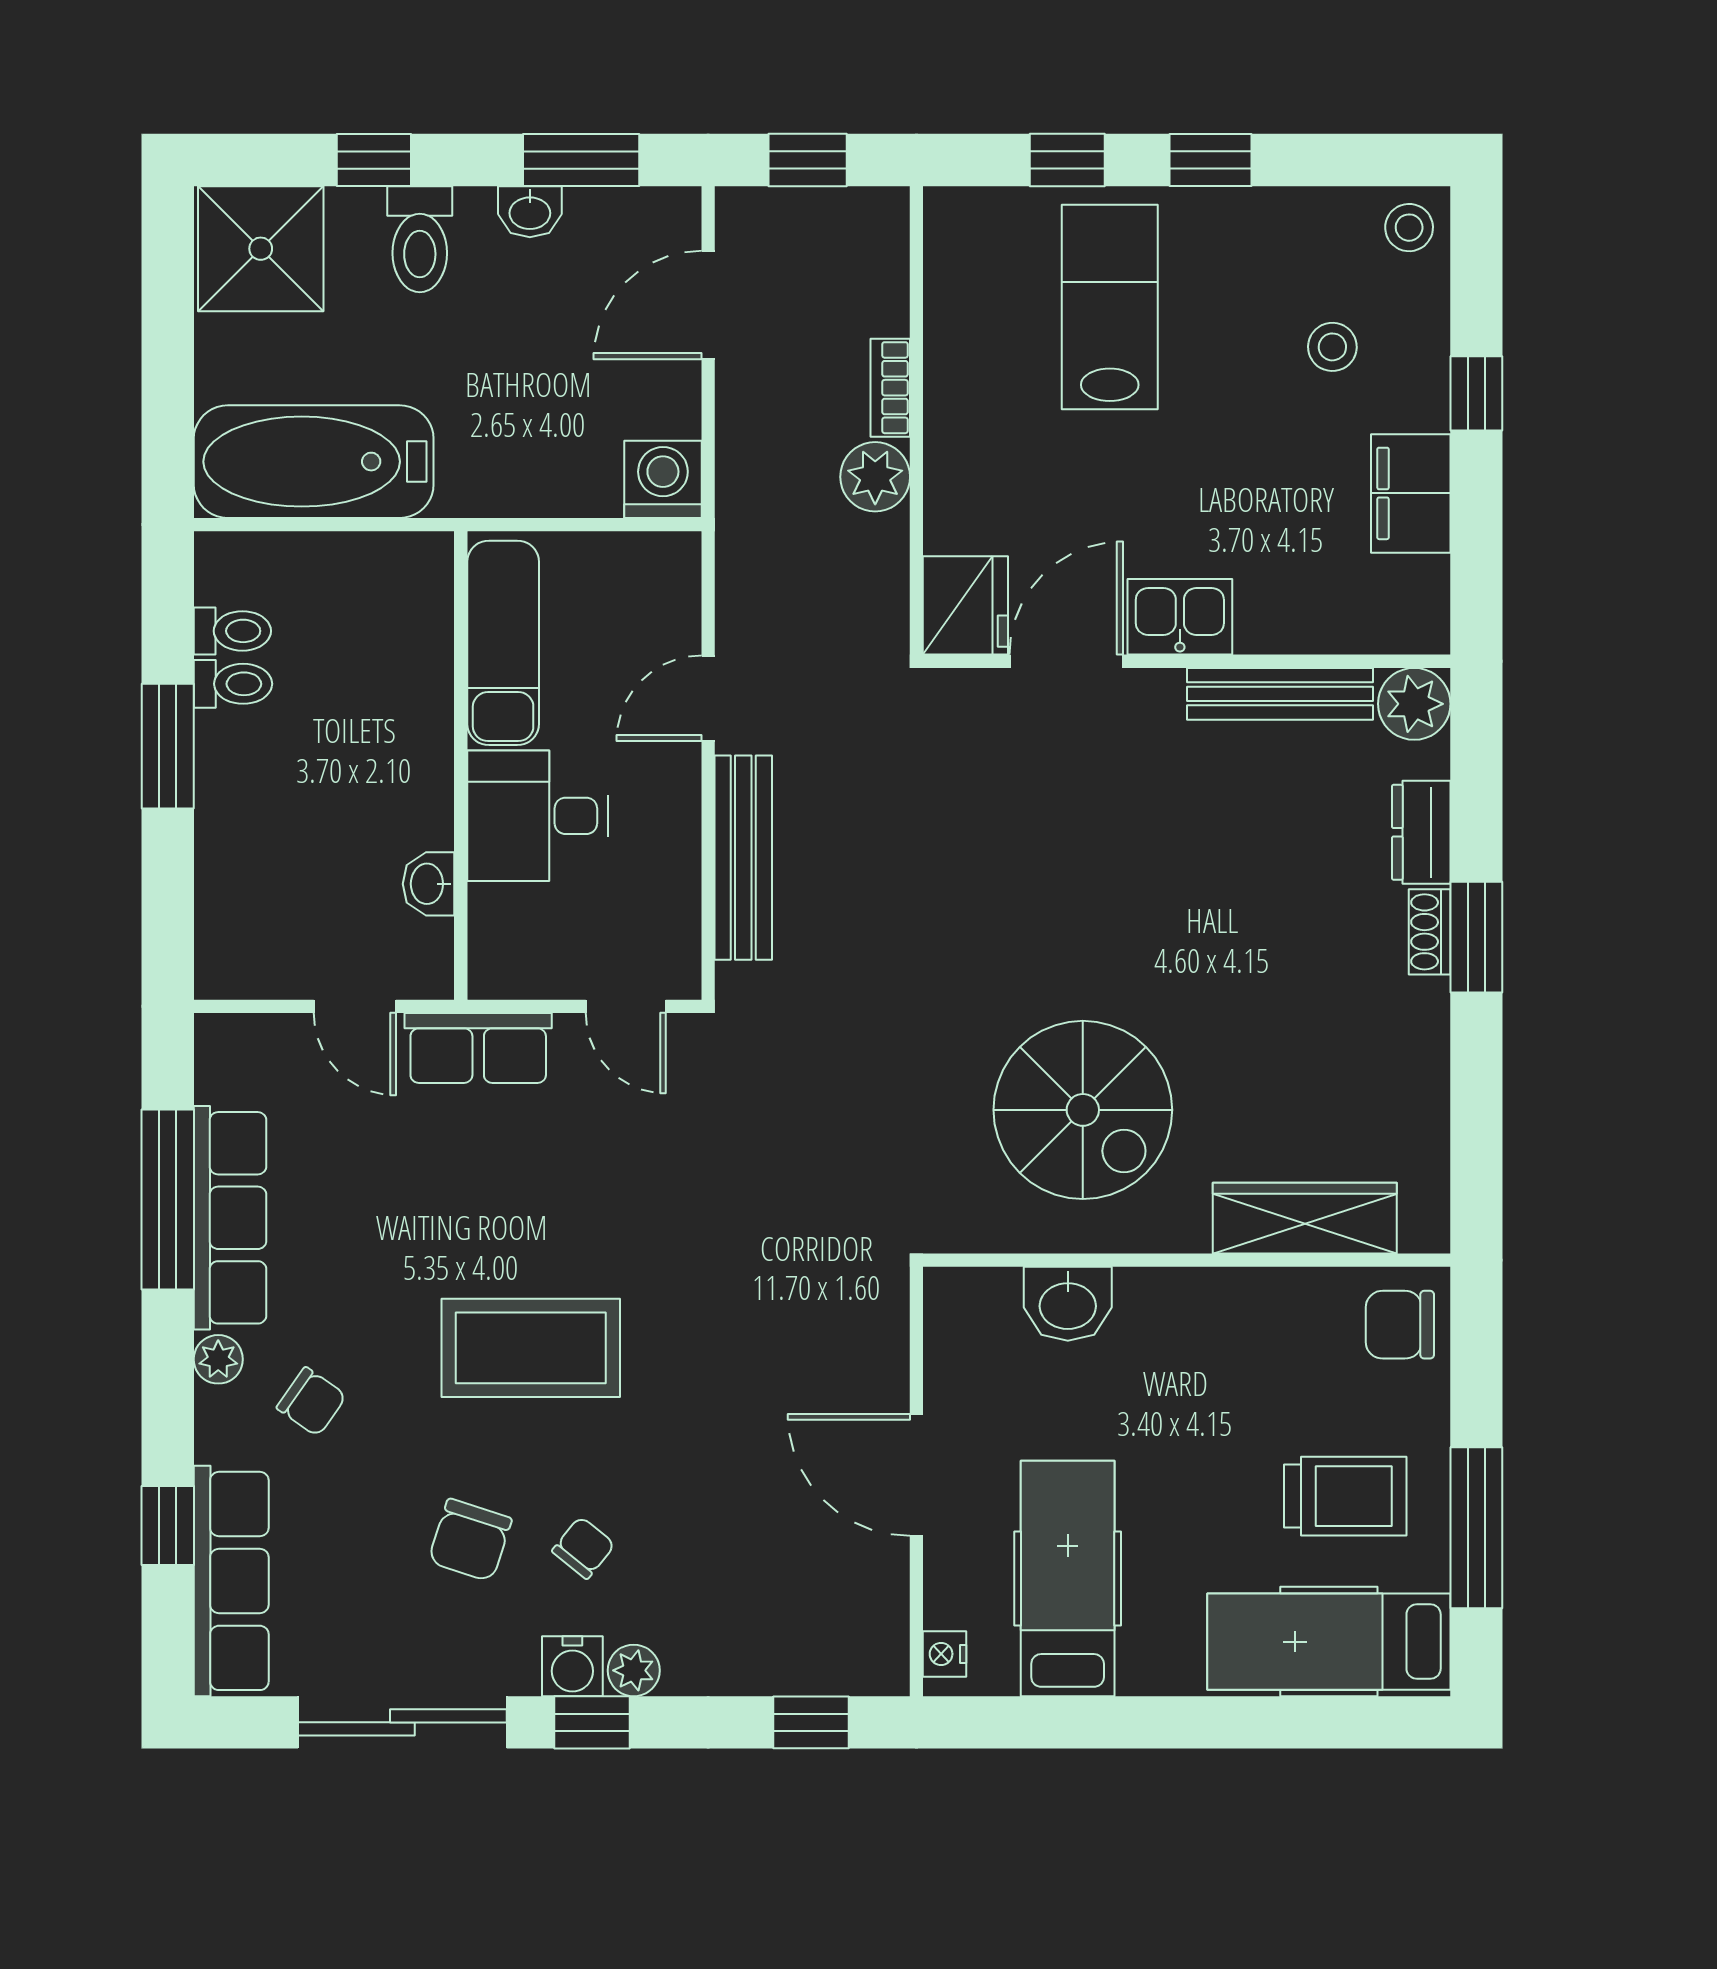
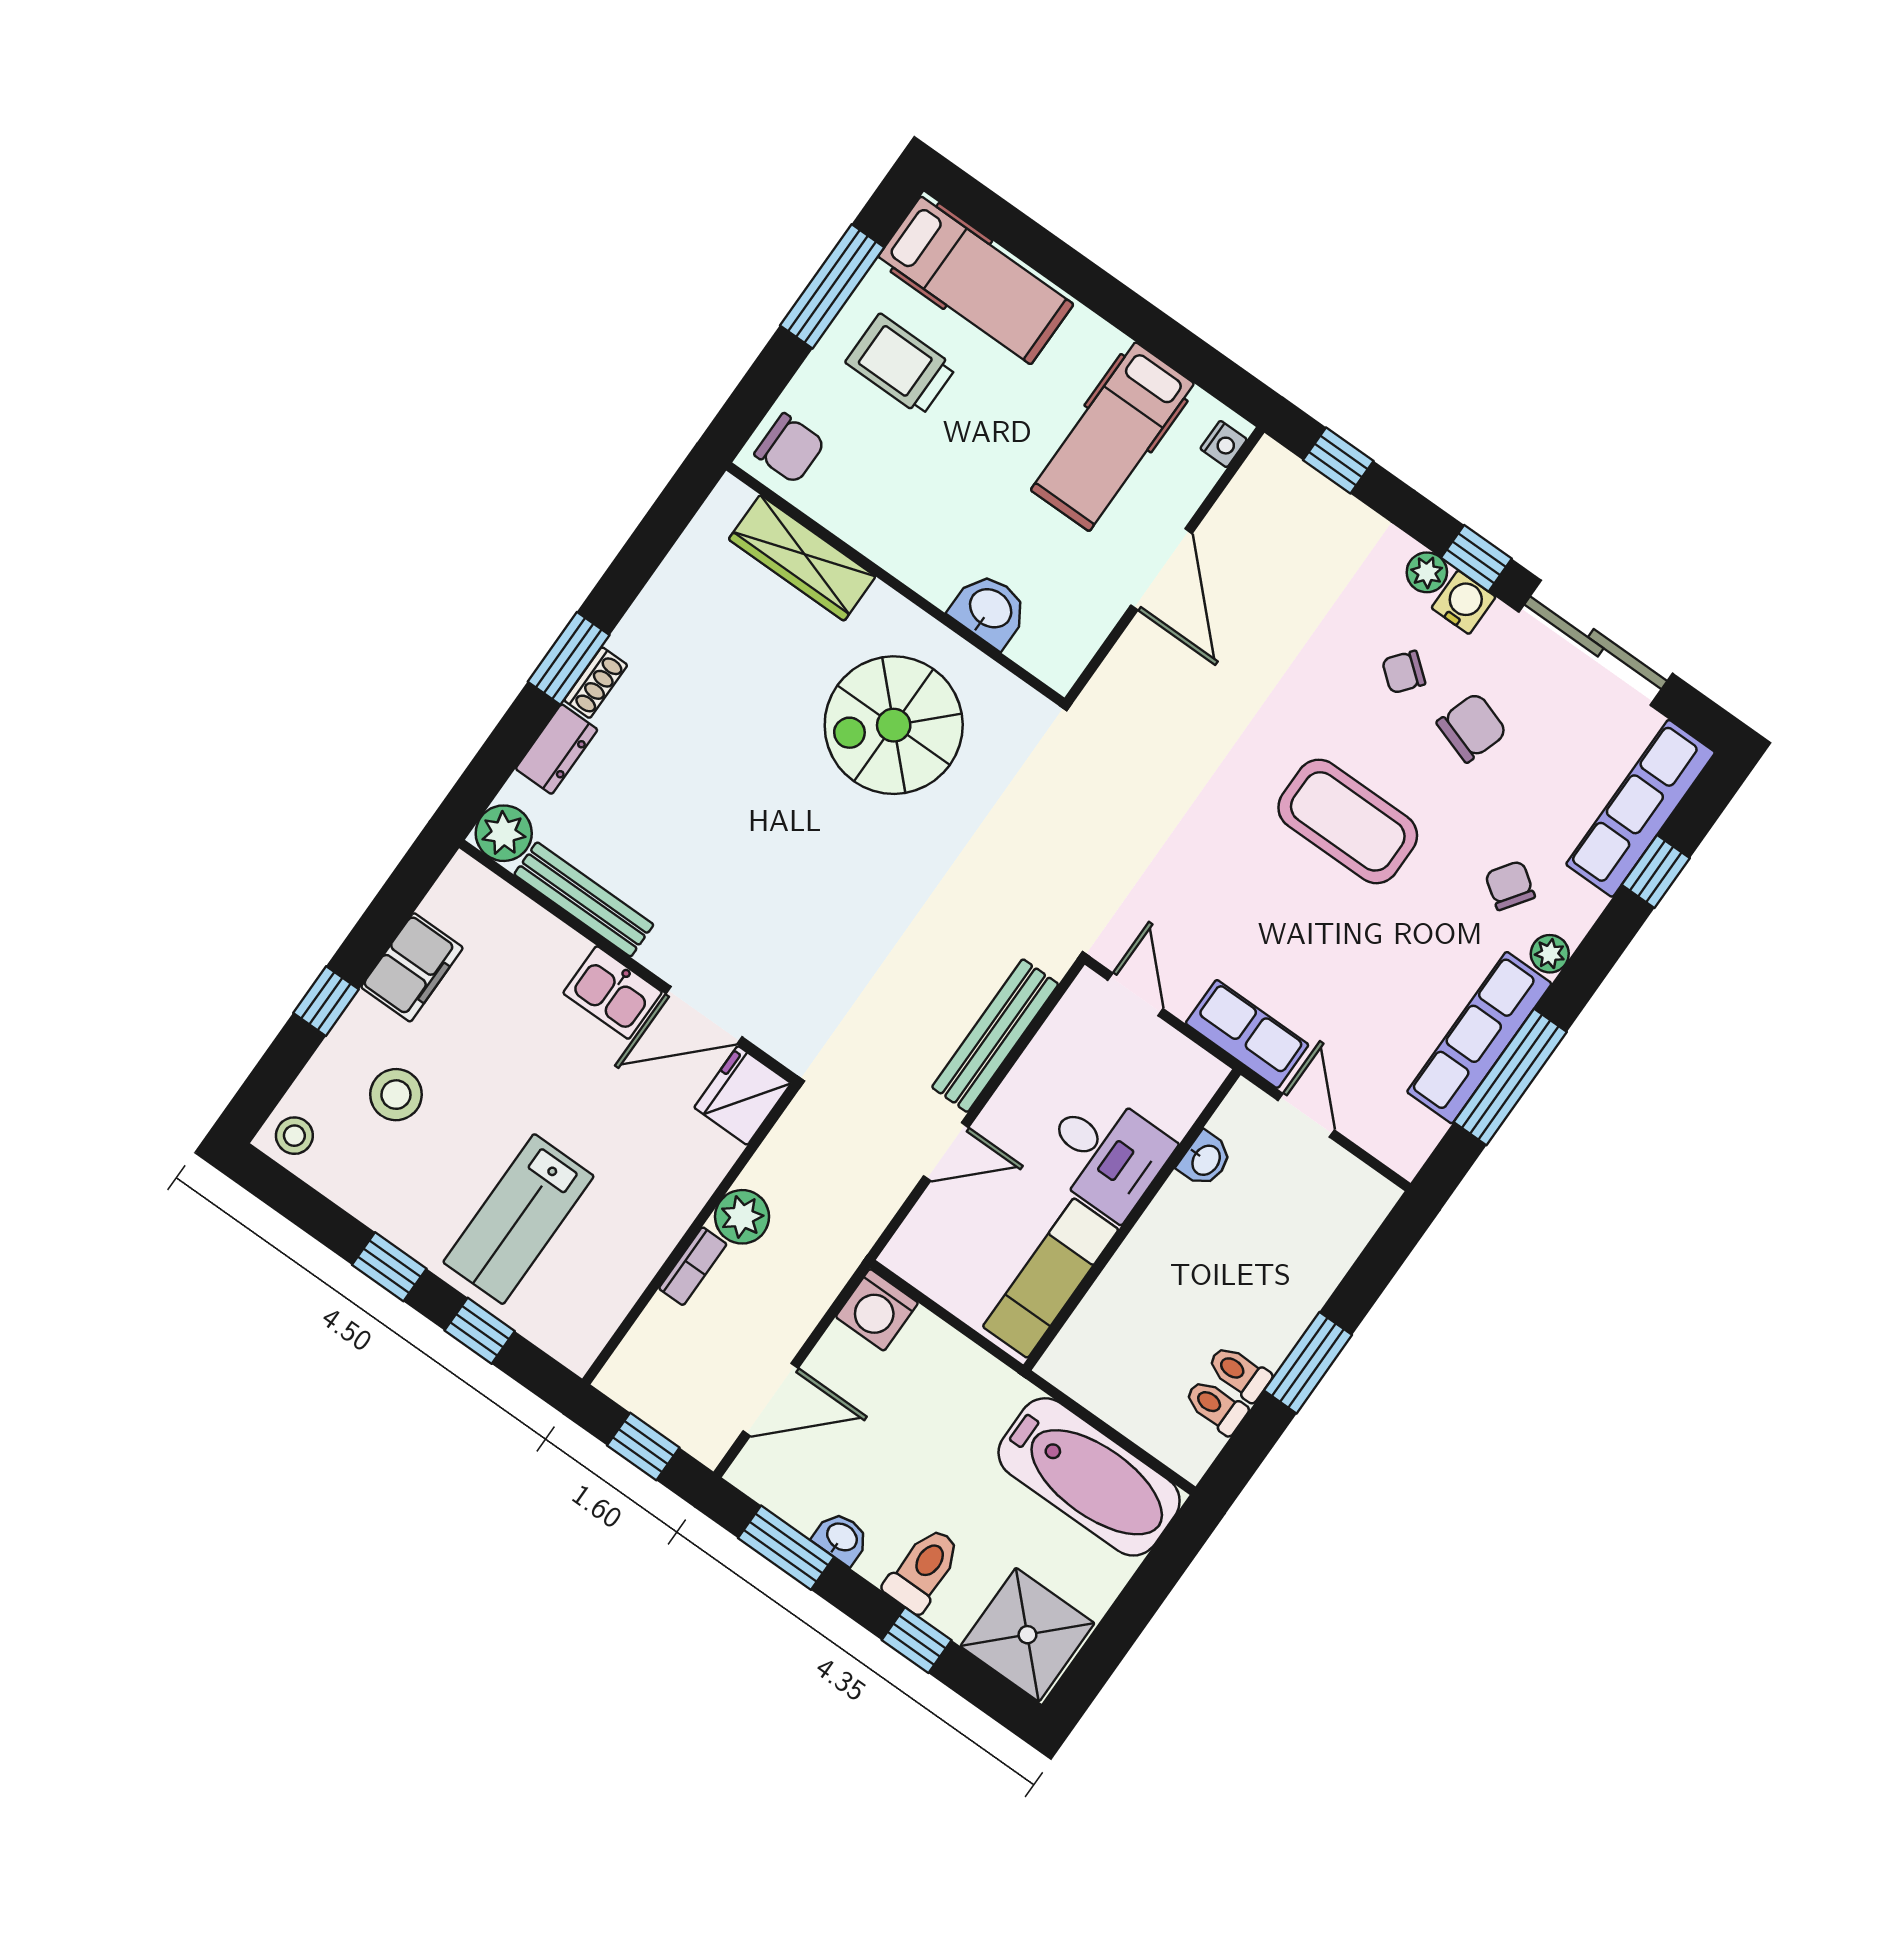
stool: (1332, 347) -> (396, 1095), width x1.37, depth x1.37
spiral stairs: (1083, 1110) -> (894, 725), turned -90

